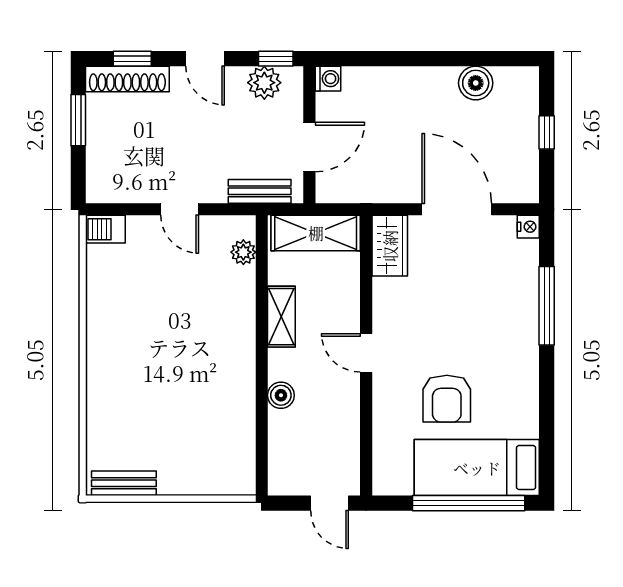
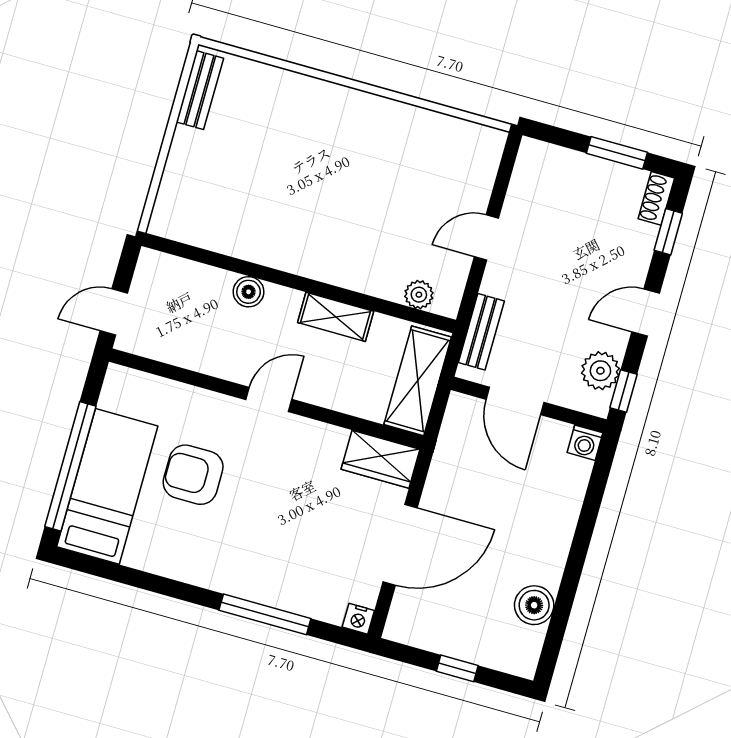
shoe rack: (127, 79) -> (656, 198), width x0.51, depth x0.81
barbecue: (105, 229) -> (487, 149), removed

